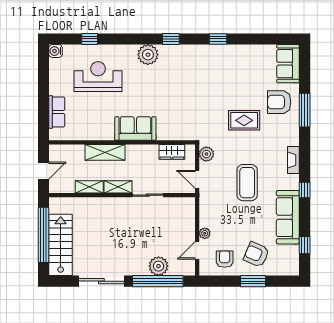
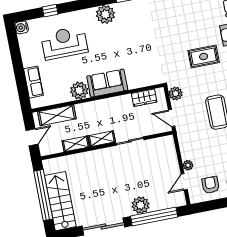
plant: (104, 131) -> (79, 91), added
shelving: (105, 152) -> (57, 115), moved
plant: (159, 266) -> (140, 205), moved

